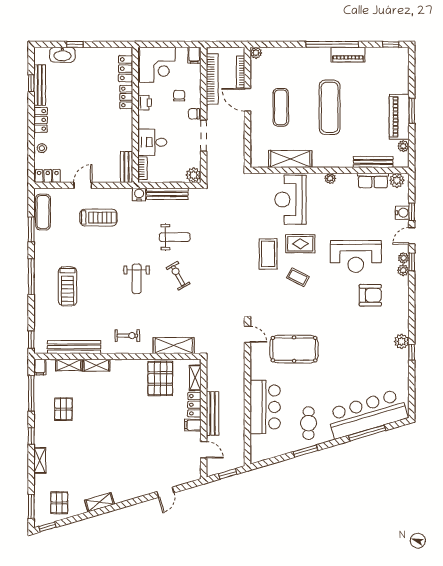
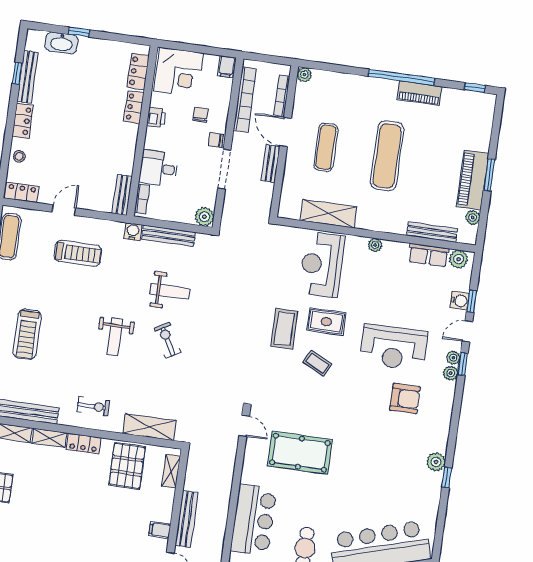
bench: (239, 126) -> (270, 164), added
locker: (194, 405) -> (84, 443), moved, turned -90

